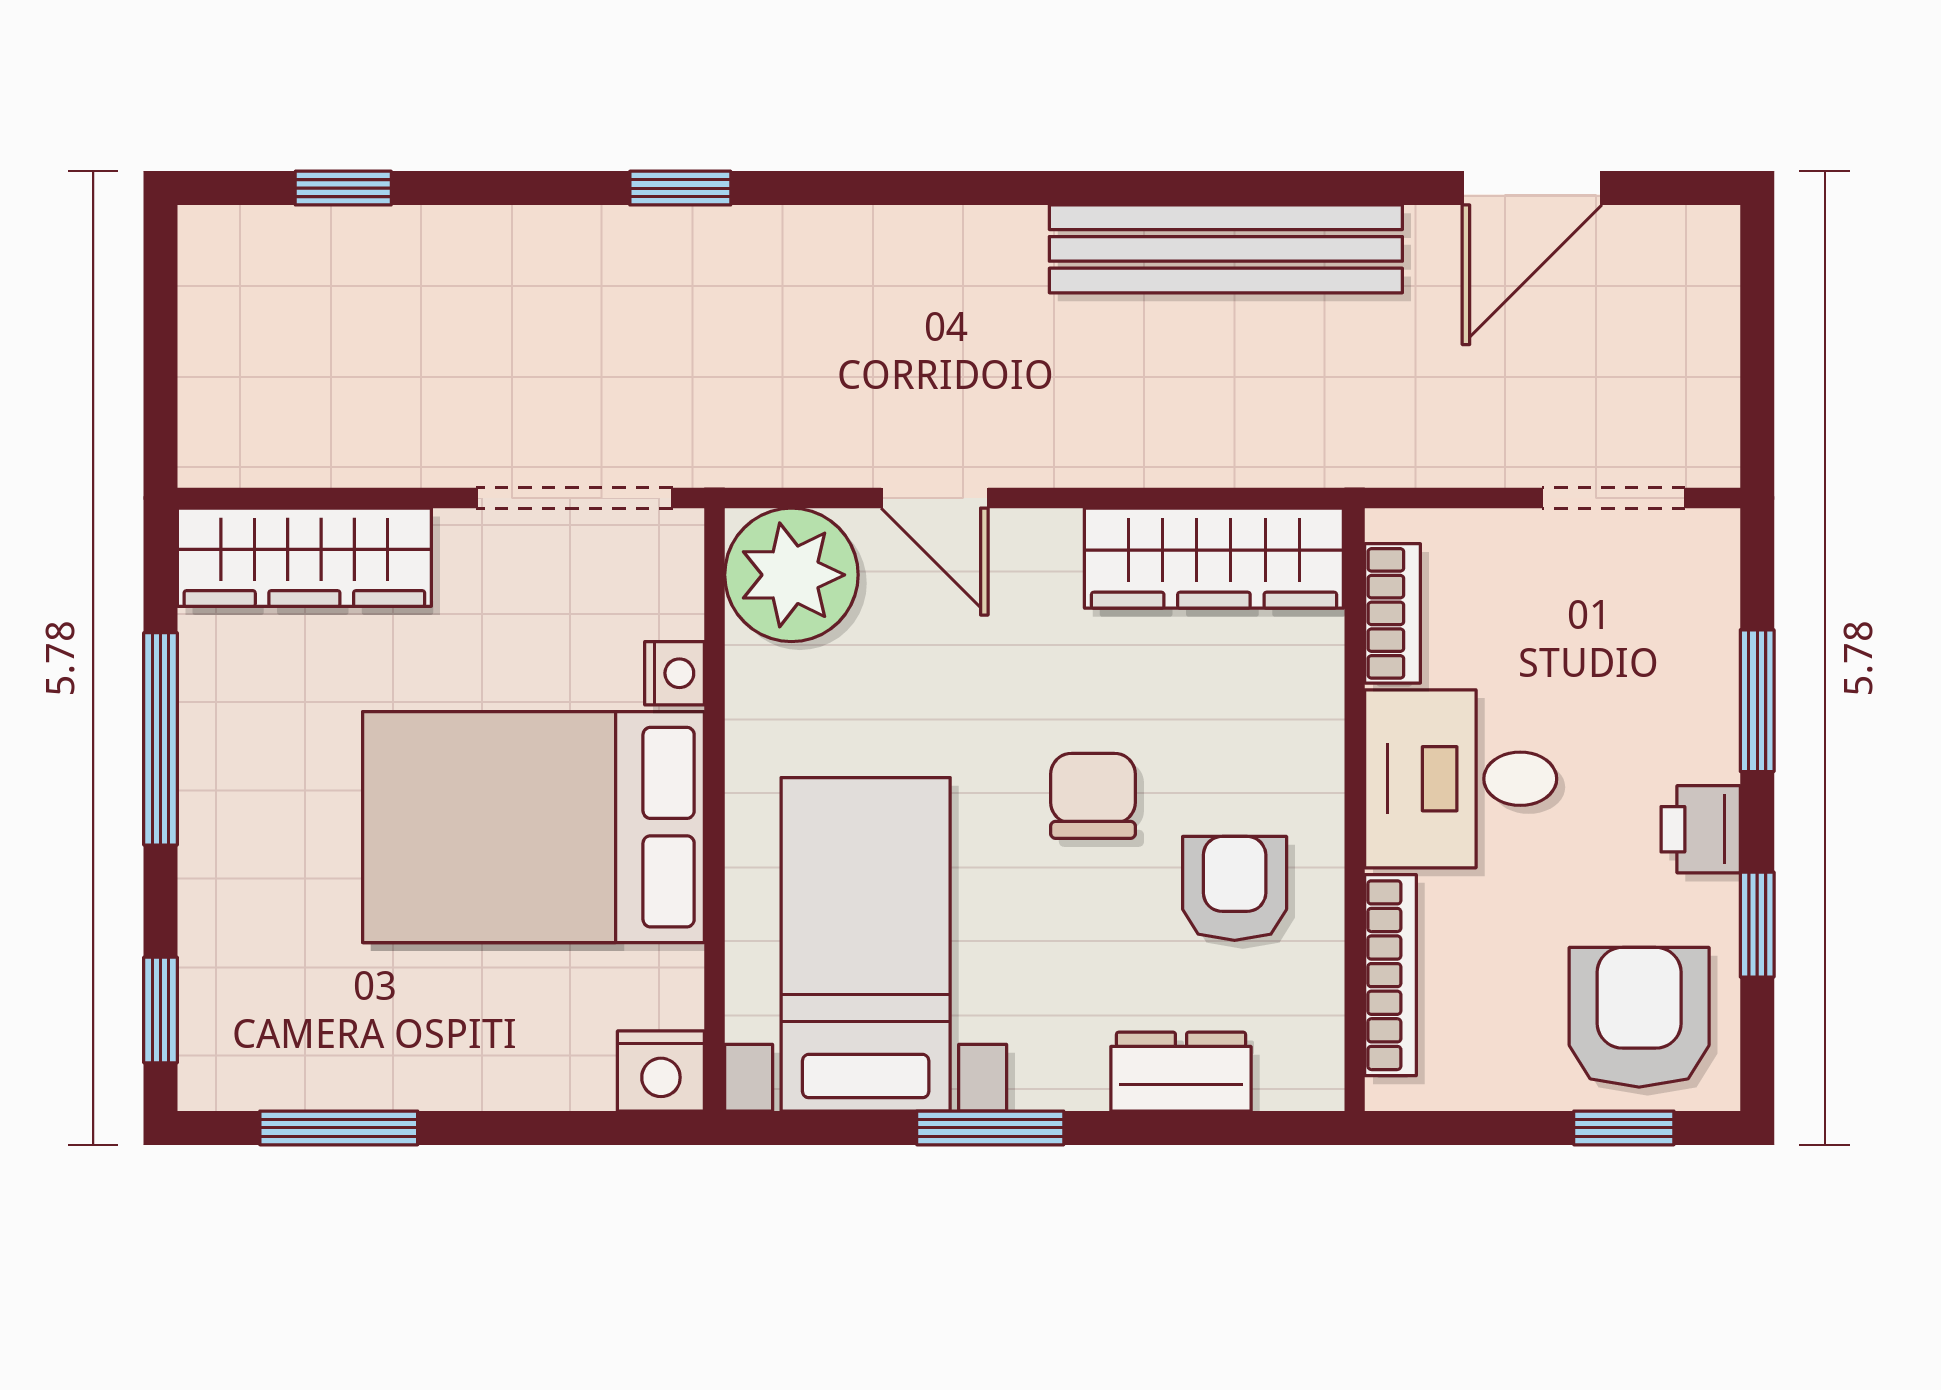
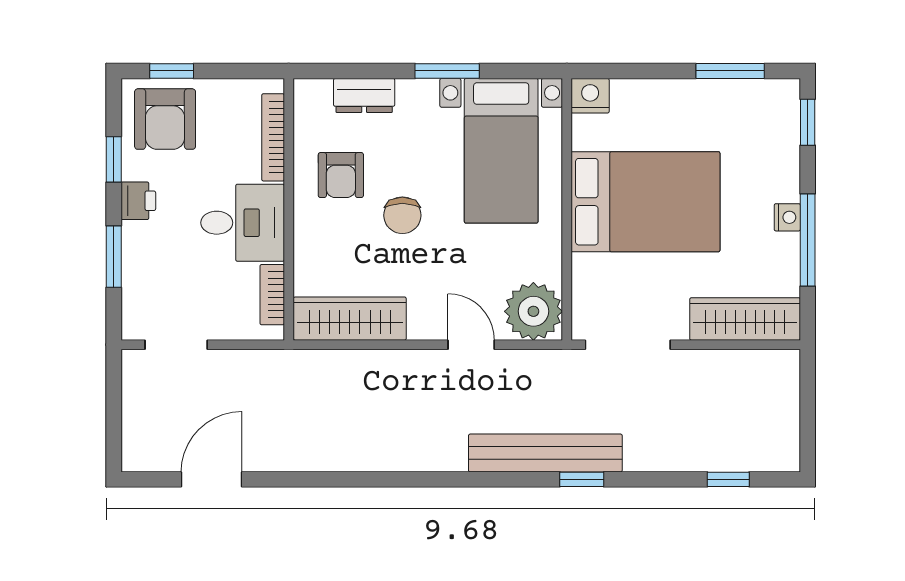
bench: (1226, 249) -> (545, 453), moved
nightstand: (675, 673) -> (787, 217), moved, turned 180

